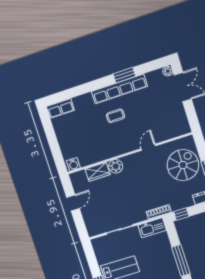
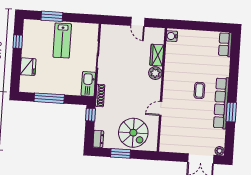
door: (148, 147) -> (161, 108), swing flipped

